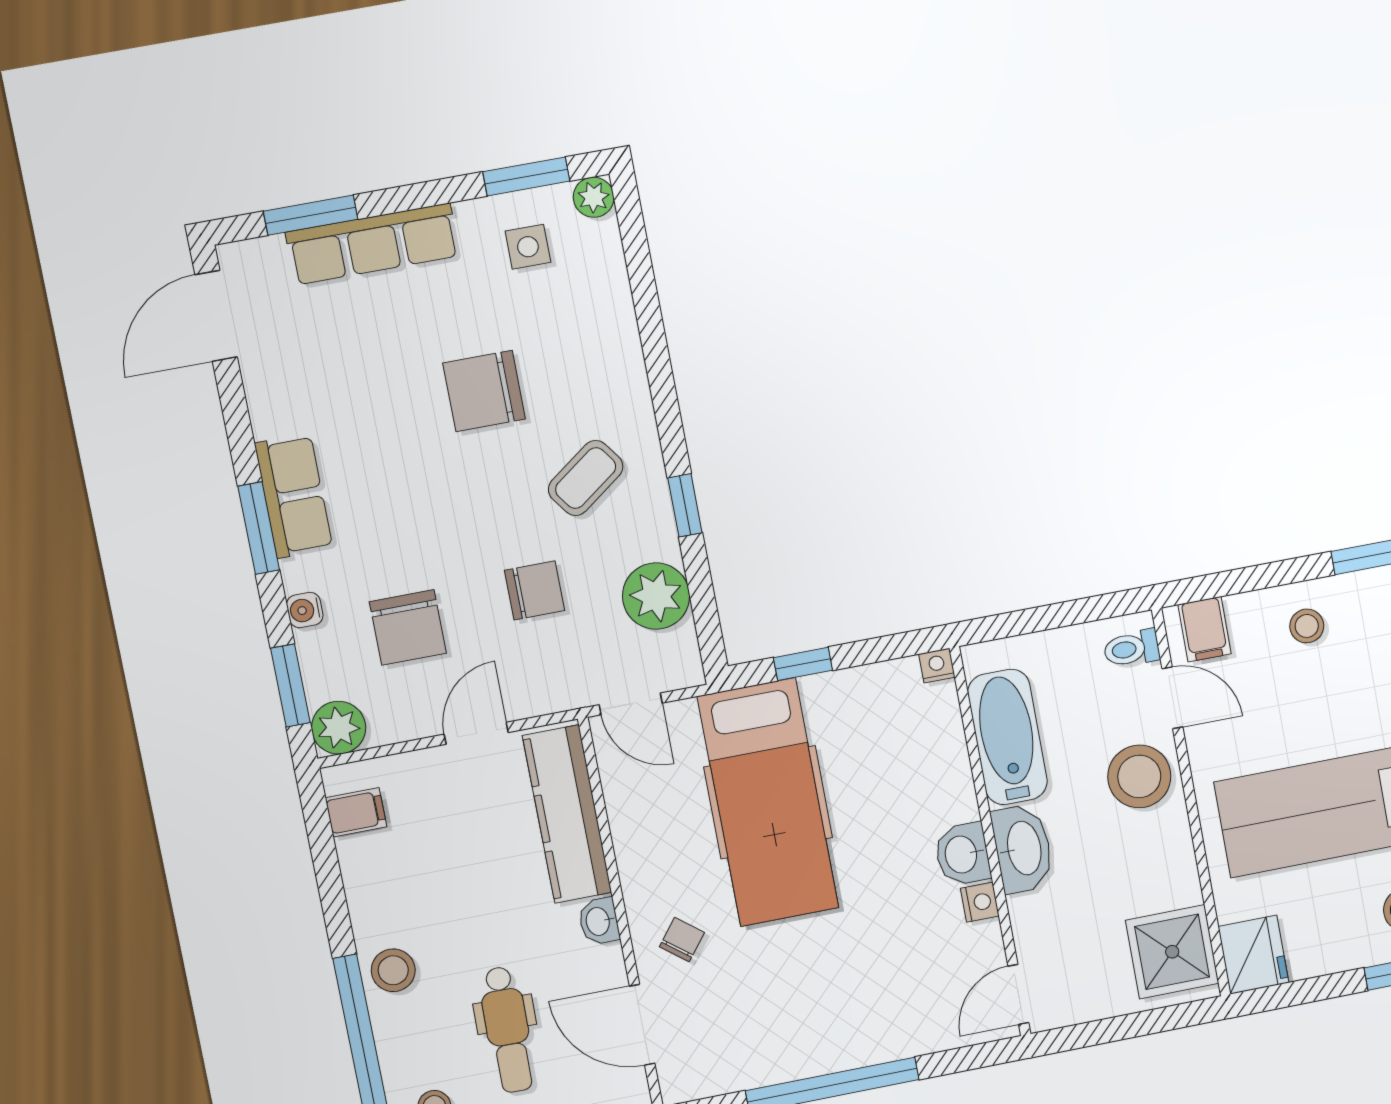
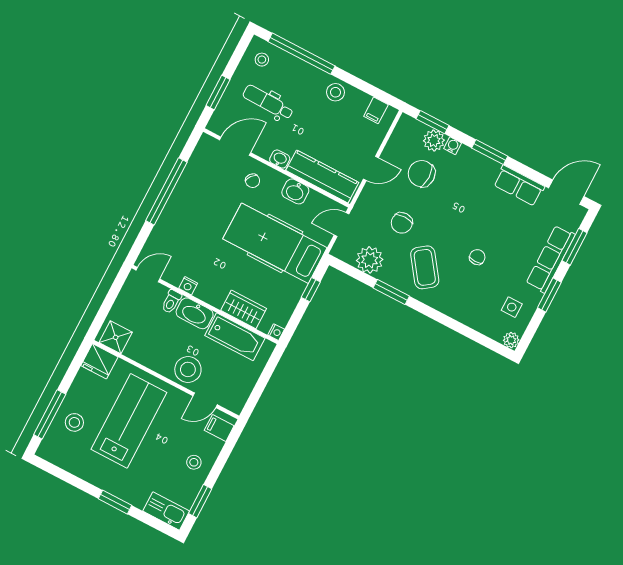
window: (526, 176) -> (549, 295), moved
door: (216, 316) -> (566, 192), hinge flipped
chair: (484, 391) -> (477, 257), width x0.54, depth x0.54
coffee table: (586, 478) -> (425, 267), width x1.36, depth x1.30
row of seats: (294, 496) -> (519, 186), moved
window: (685, 505) -> (391, 292), width x1.50
toilet: (1132, 649) -> (171, 302), moved, turned 180
plant: (339, 728) -> (434, 141), moved
door: (476, 733) -> (371, 168), hinge flipped
wardrobe: (942, 762) -> (244, 309), added
washbasin: (962, 854) -> (295, 191), moved, turned 180
shower: (1172, 952) -> (116, 337), width x0.73, depth x0.73
stool: (393, 970) -> (335, 92), moved
door: (1018, 994) -> (148, 275), hinge flipped

